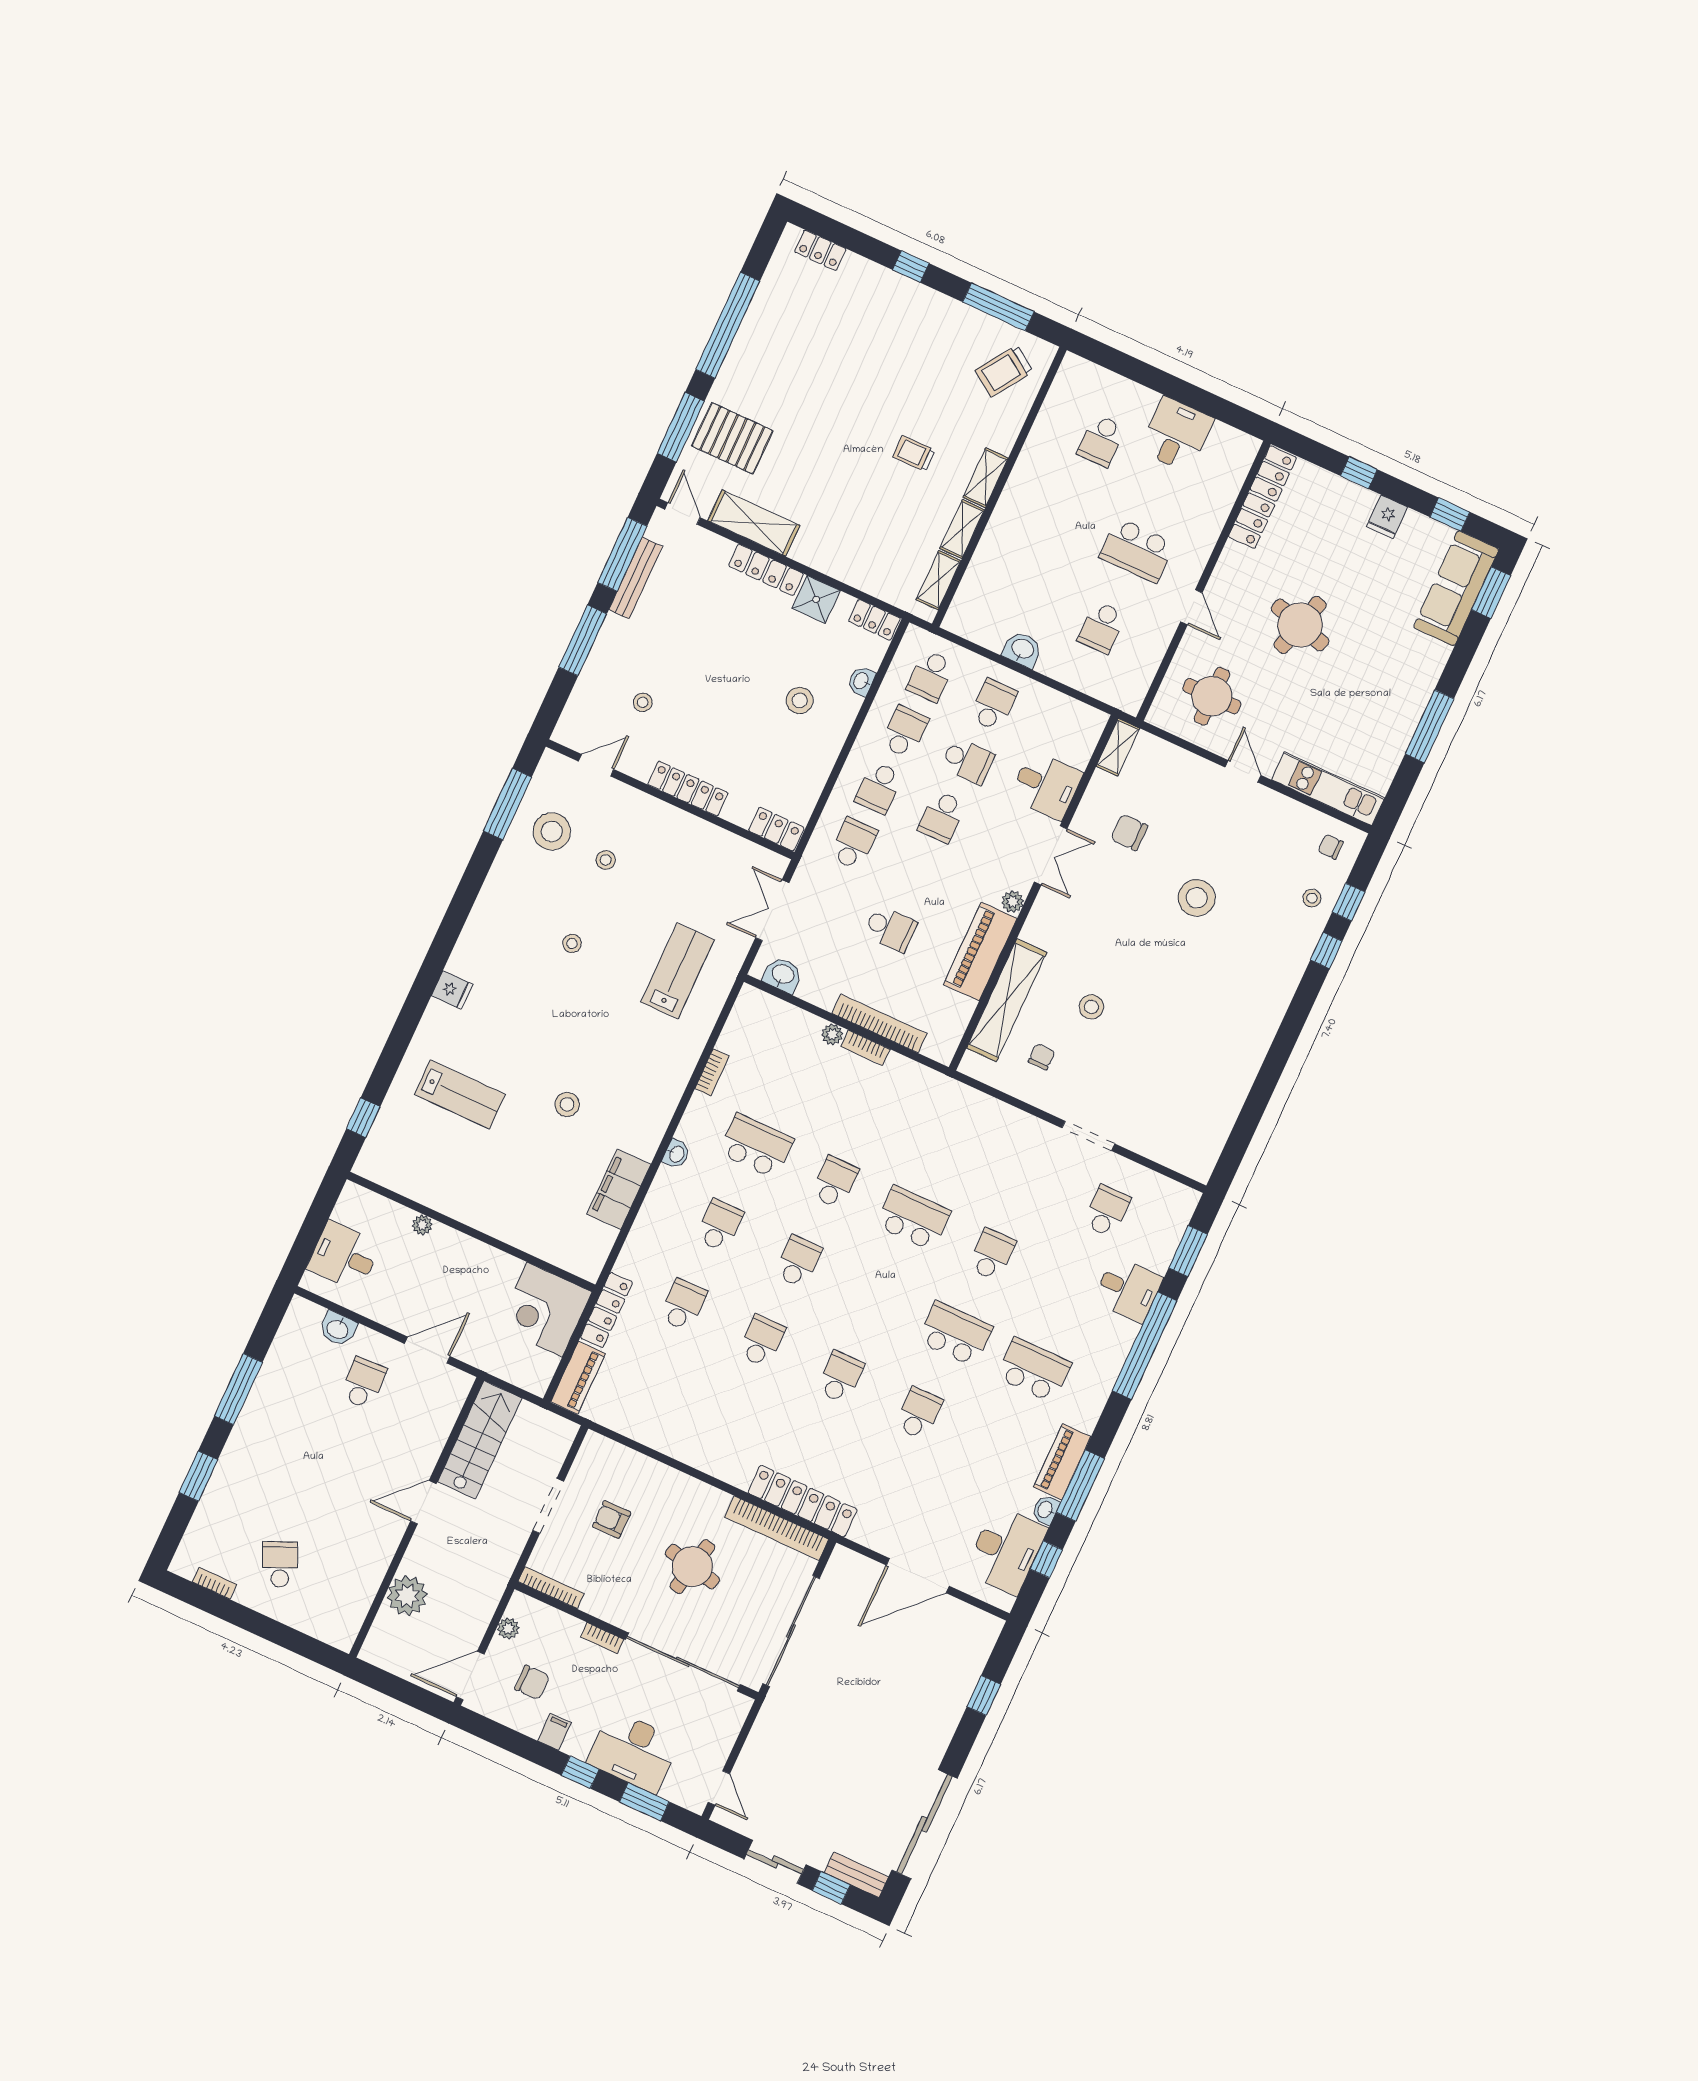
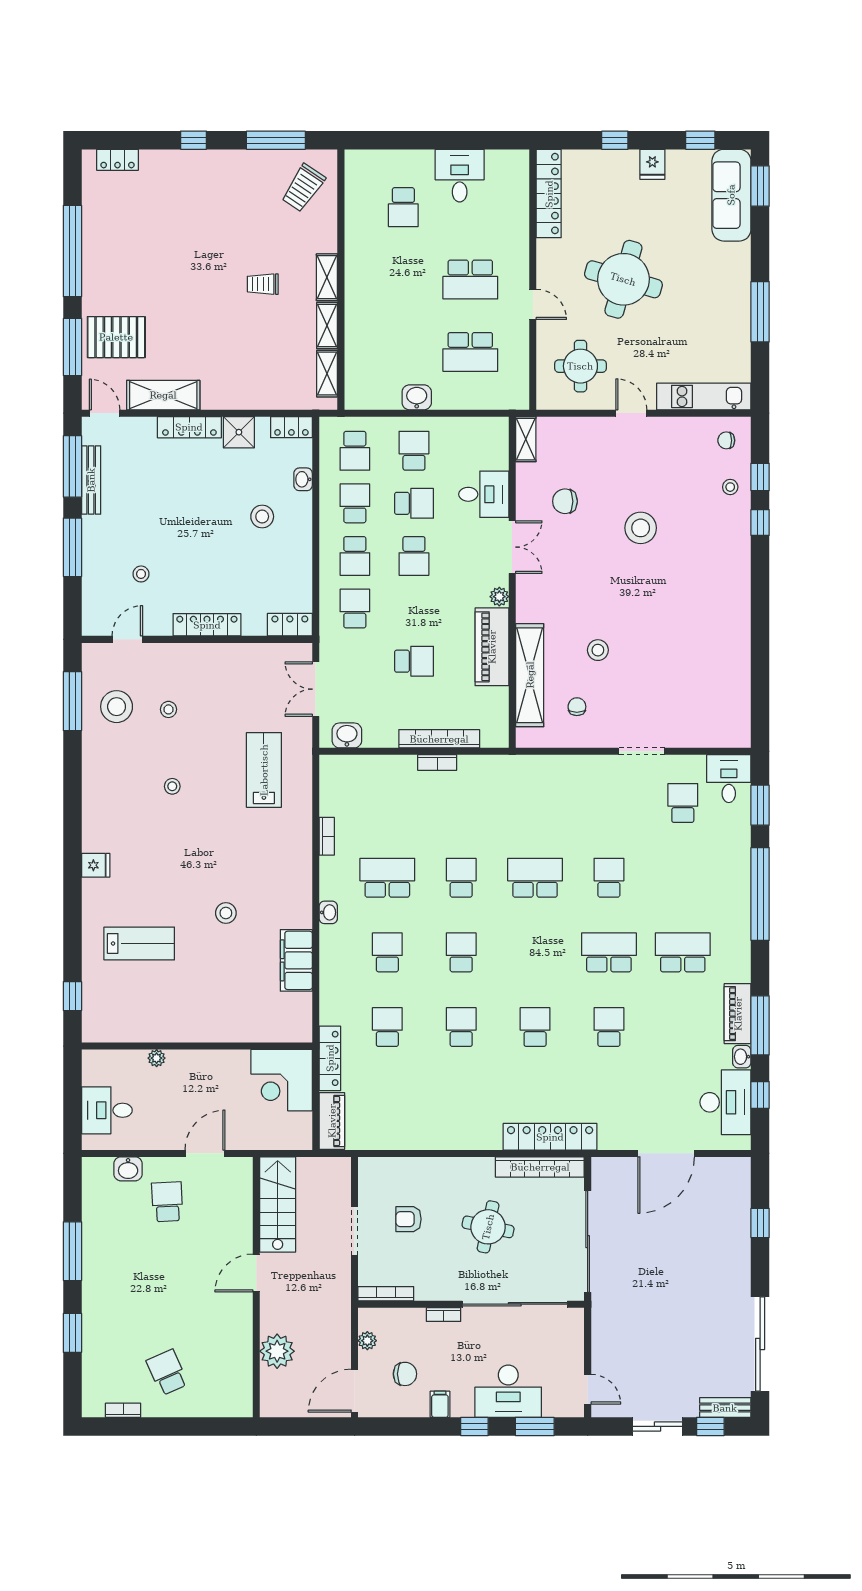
round table: (1300, 625) -> (623, 279), width x1.36, depth x1.36
school desk: (1102, 627) -> (470, 352), width x1.85
plant: (832, 1034) -> (407, 764), removed
desk: (1128, 1289) -> (729, 779), moved, turned -90

